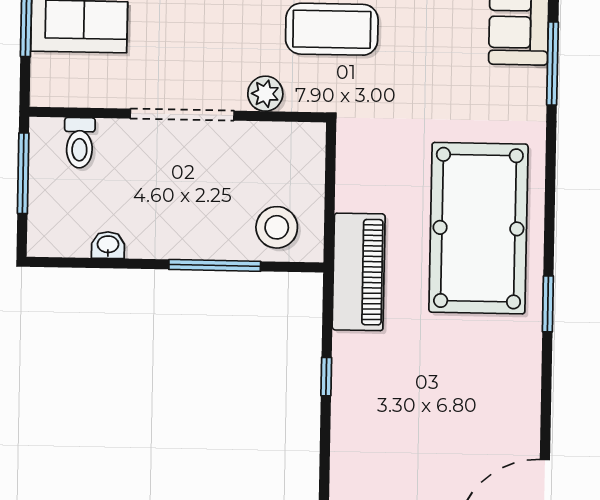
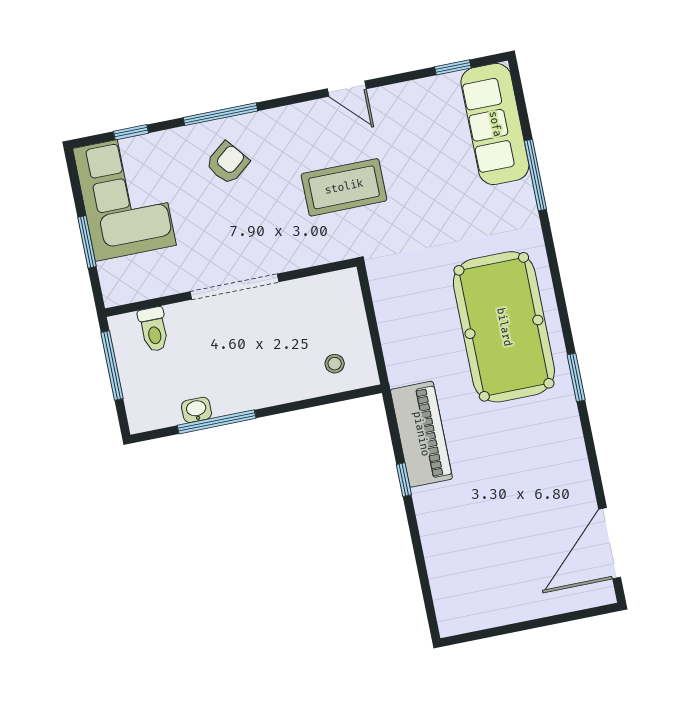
plant: (265, 94) -> (300, 254), removed
stool: (277, 227) -> (335, 364), width x0.53, depth x0.53
window: (215, 265) -> (217, 422), moved
piano: (359, 272) -> (421, 434), moved

